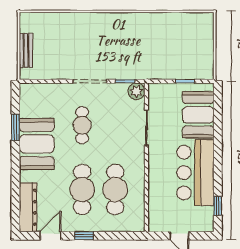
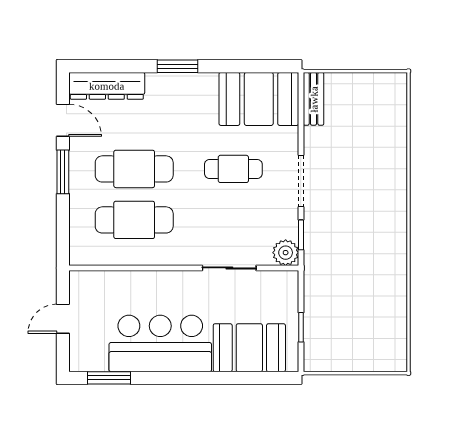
bench: (26, 50) -> (314, 99), moved, turned 90
window: (15, 127) -> (178, 66), moved
booth: (37, 144) -> (259, 99), moved
window: (218, 206) -> (109, 378), width x1.50
window: (84, 236) -> (63, 172), width x1.50

